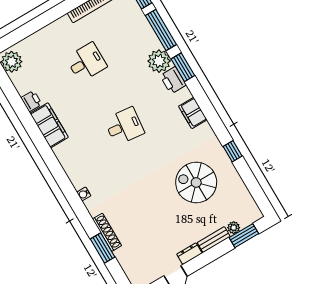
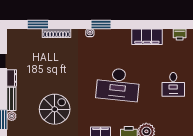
printer: (31, 101) -> (180, 35), moved
desk: (124, 126) -> (118, 84), width x1.87, depth x1.30
window: (66, 187) -> (101, 25), added
window: (103, 248) -> (38, 25), moved

